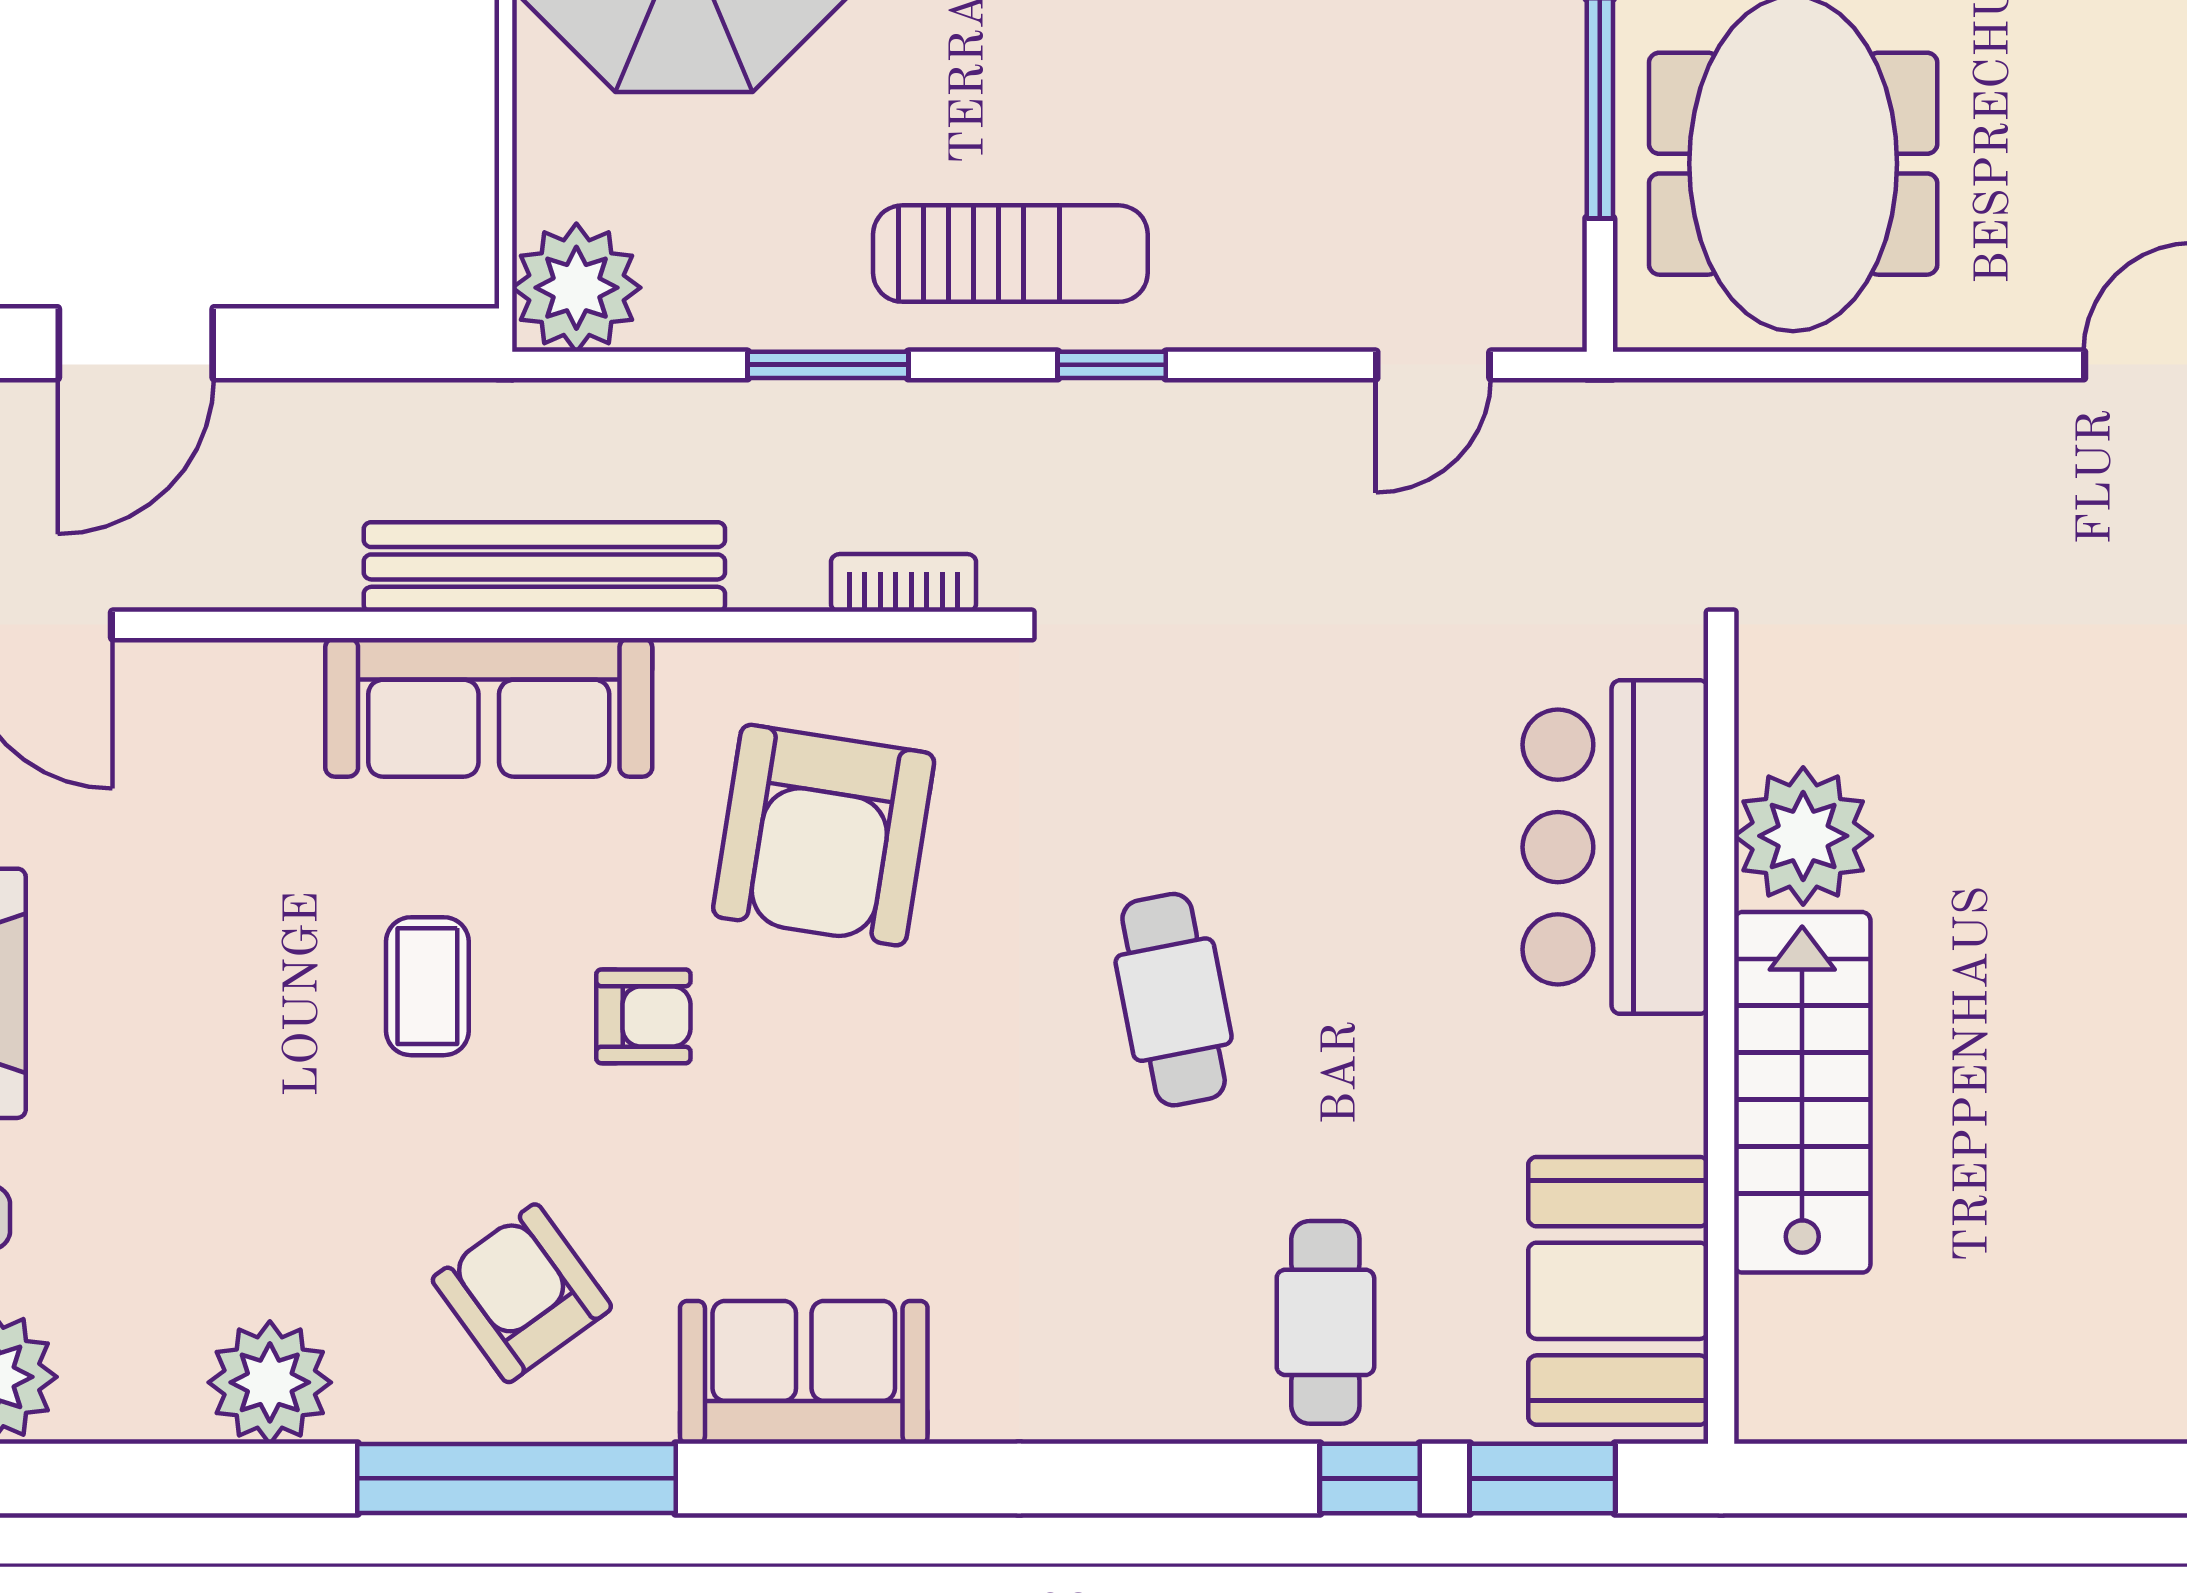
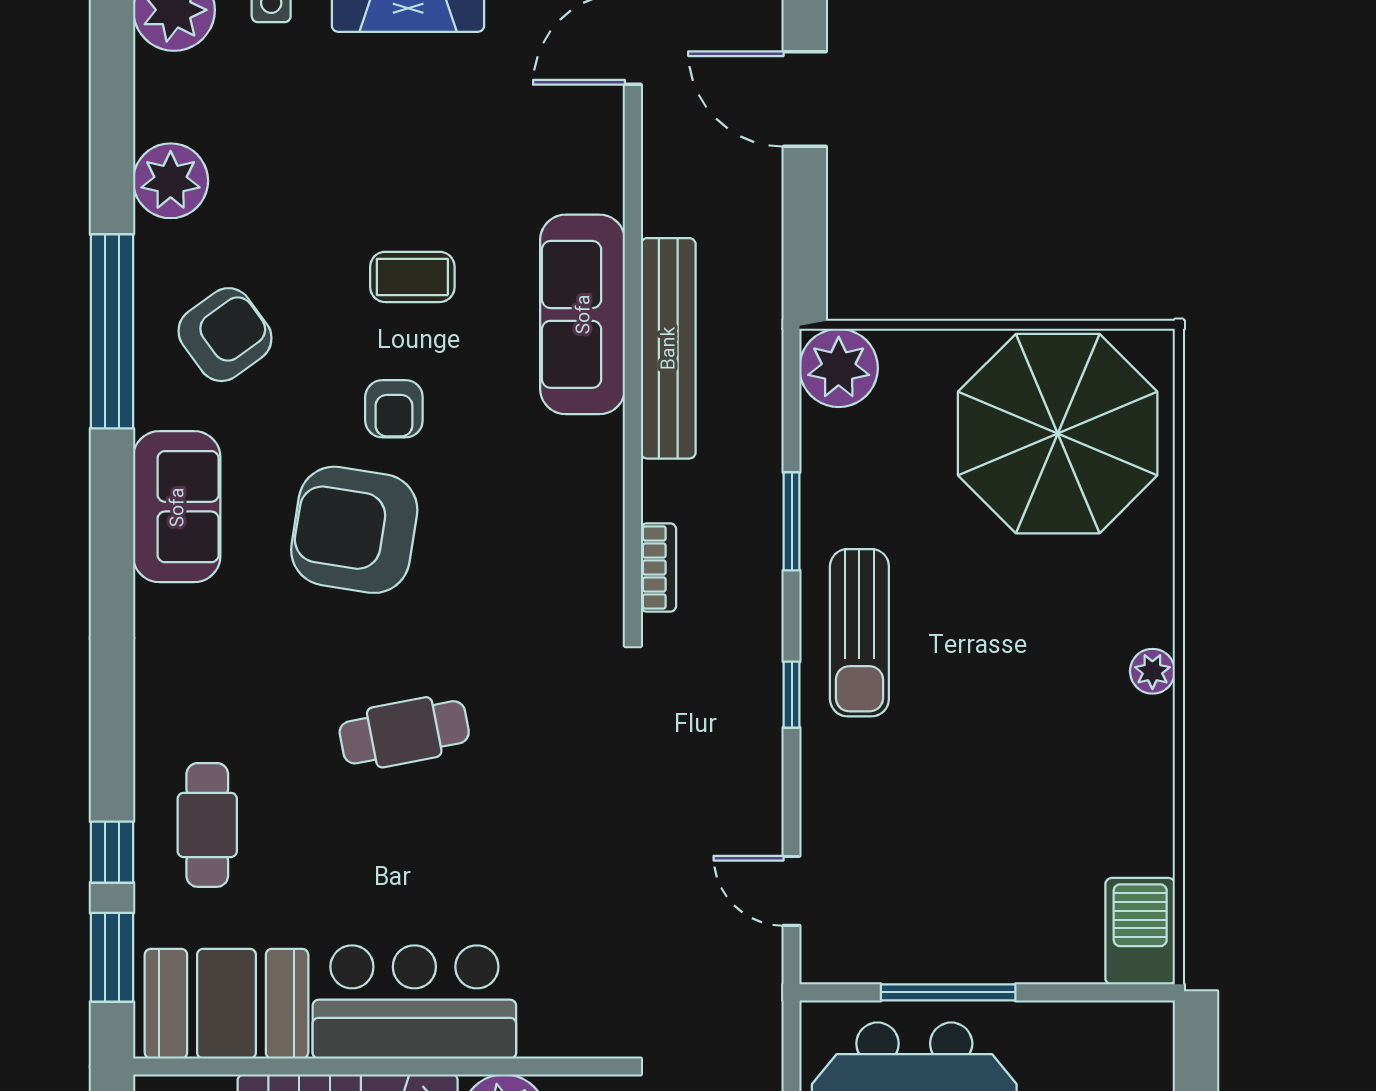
armchair: (824, 835) -> (354, 530), moved
bar counter: (1615, 847) -> (414, 1002), moved
cafe table: (1325, 1322) -> (207, 825), turned 90

